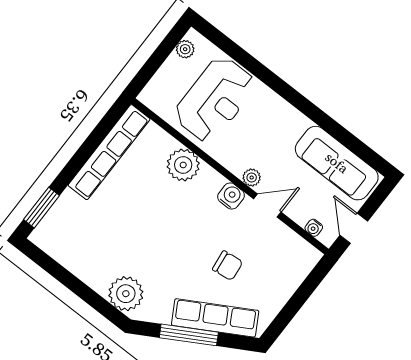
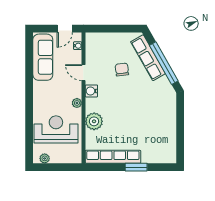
plant: (252, 178) -> (77, 103), moved
window: (42, 208) -> (136, 167), moved
plant: (126, 294) -> (167, 103), removed
window: (189, 335) -> (164, 63), width x1.46

